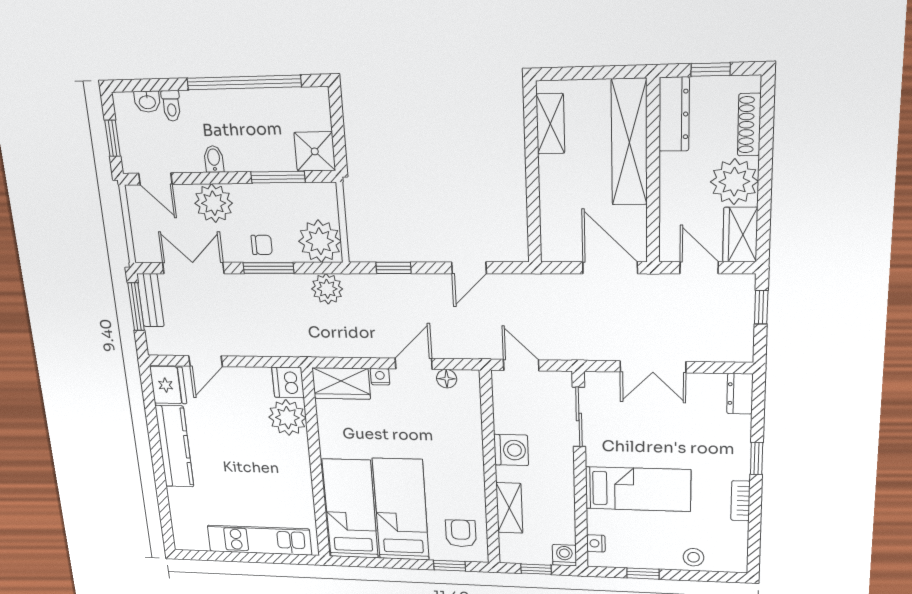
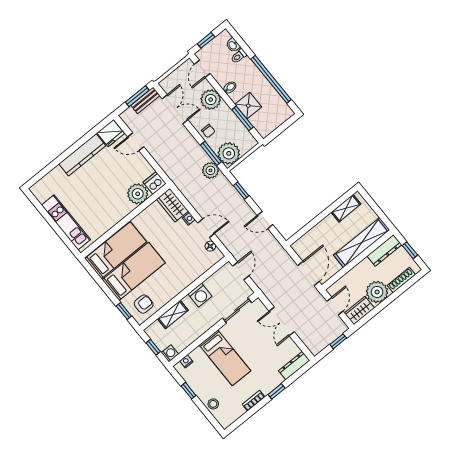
shower: (315, 151) -> (248, 106), moved
window: (269, 268) -> (211, 153), moved
dresser: (740, 394) -> (294, 366), width x1.44

